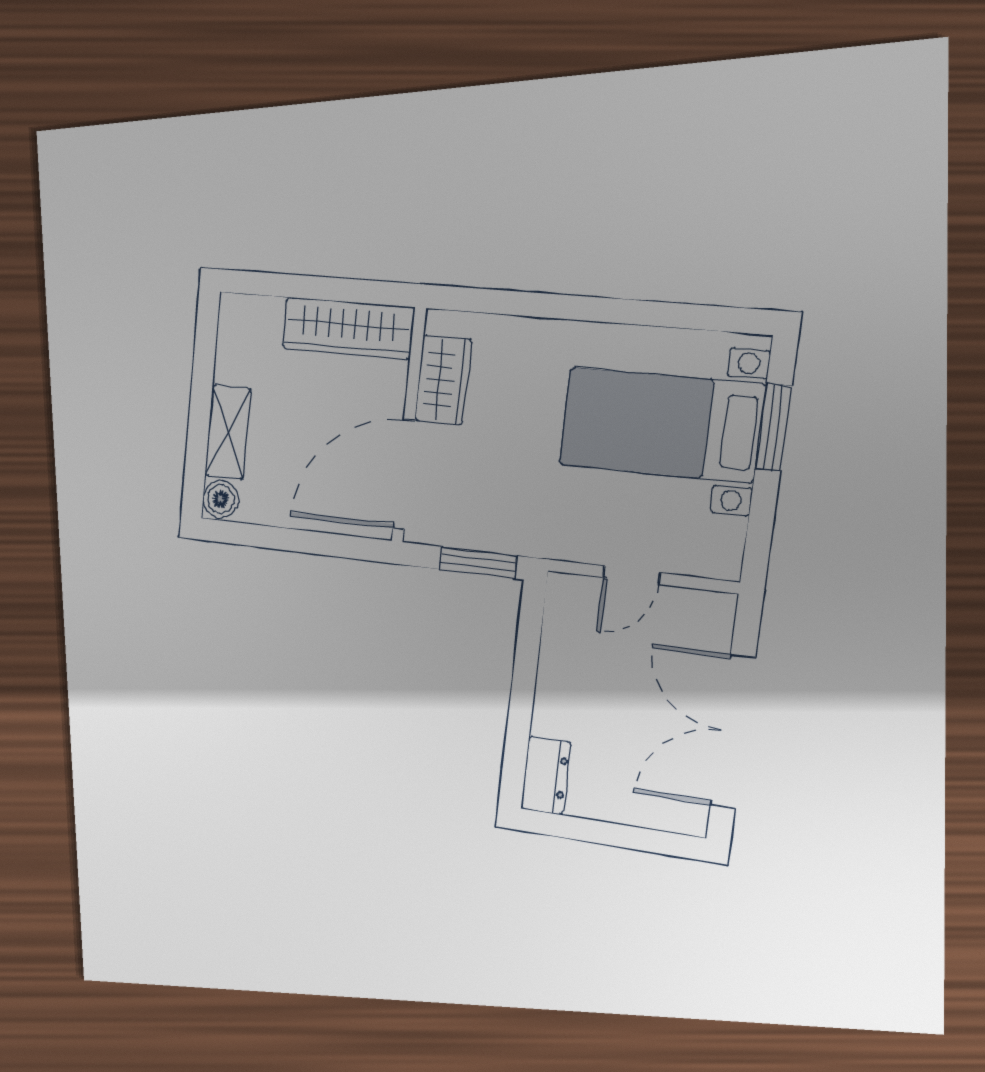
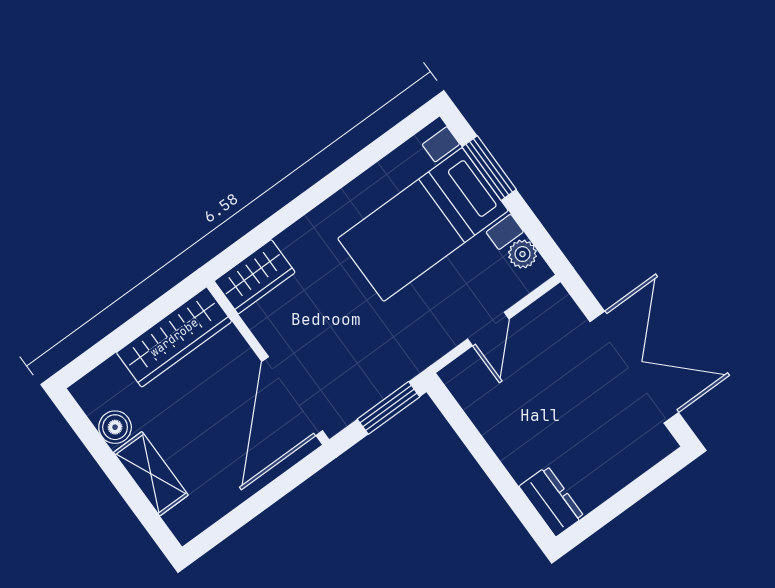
wardrobe: (443, 380) -> (255, 277), moved, turned 90
boiler: (220, 499) -> (115, 427), moved
plant: (728, 536) -> (522, 254), added
double door: (733, 732) -> (634, 367), swing flipped

